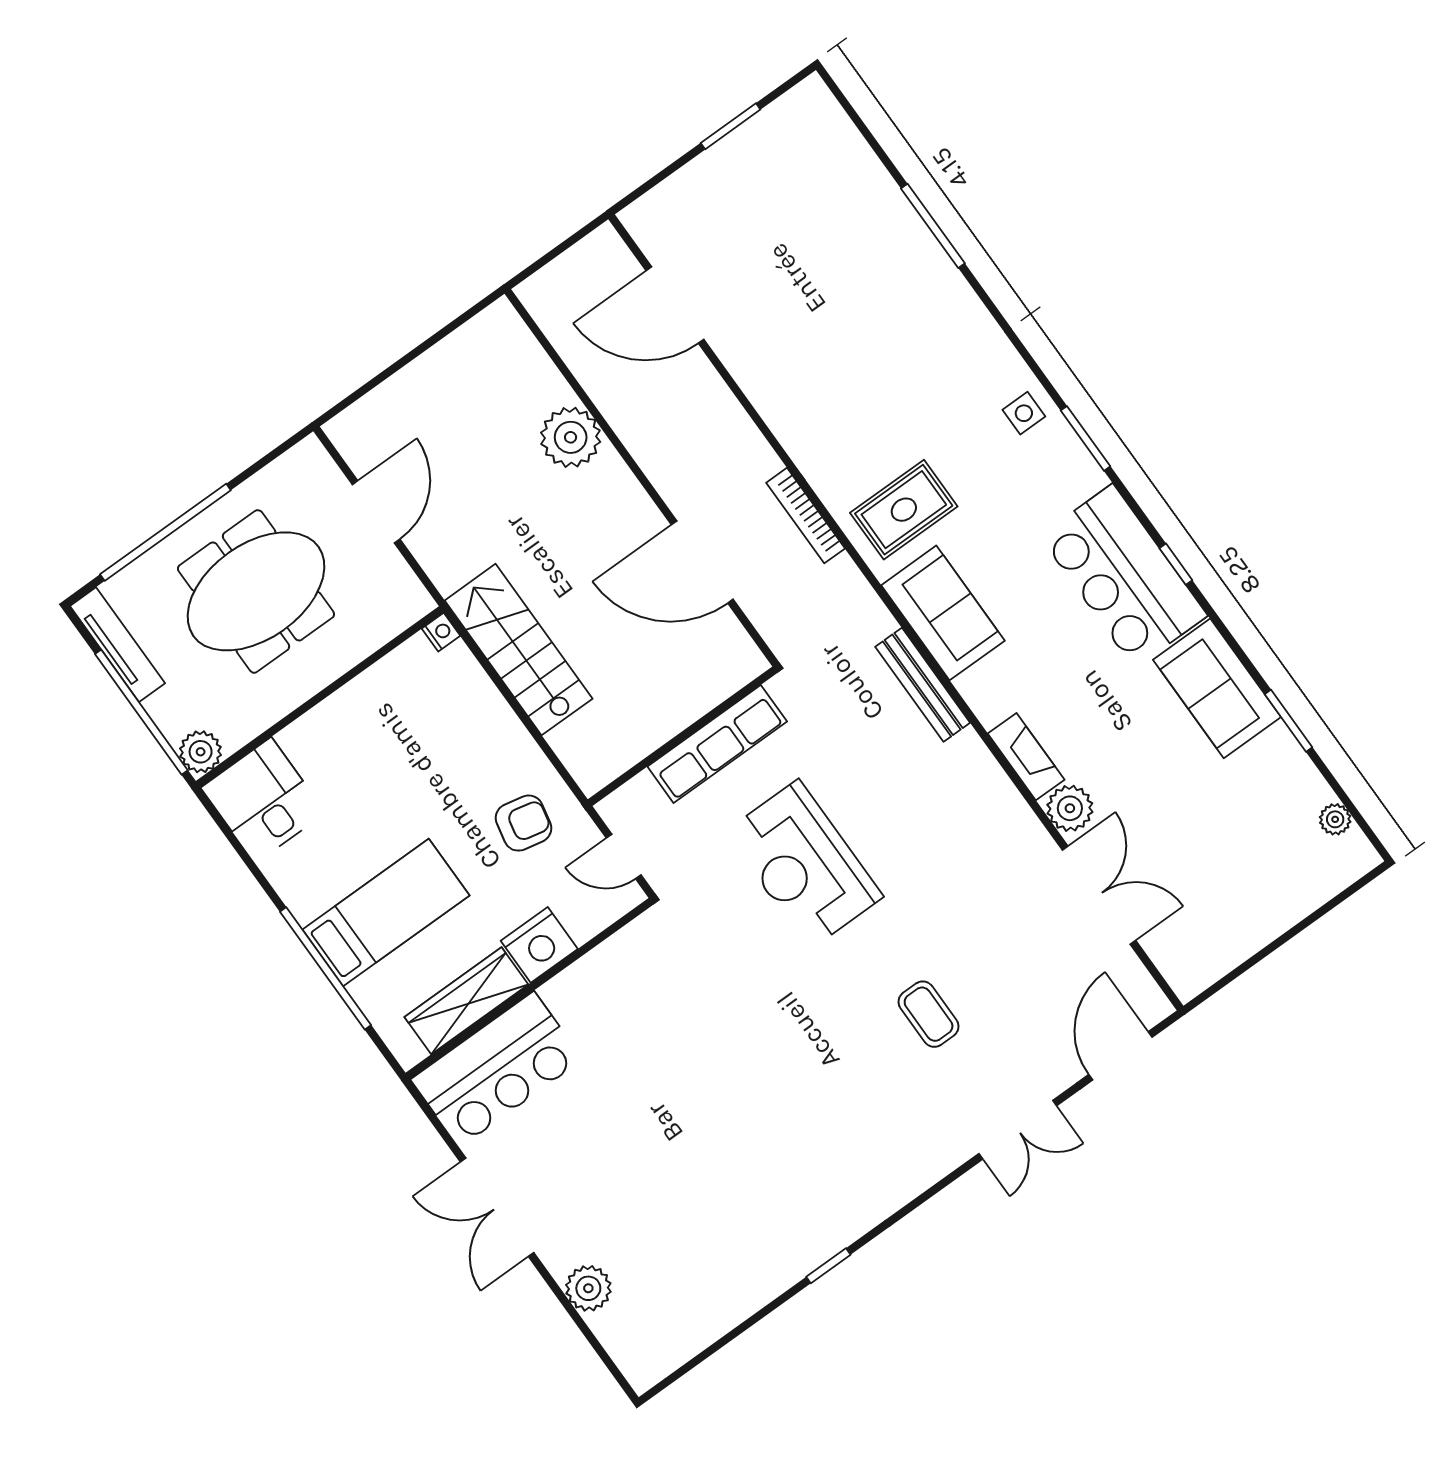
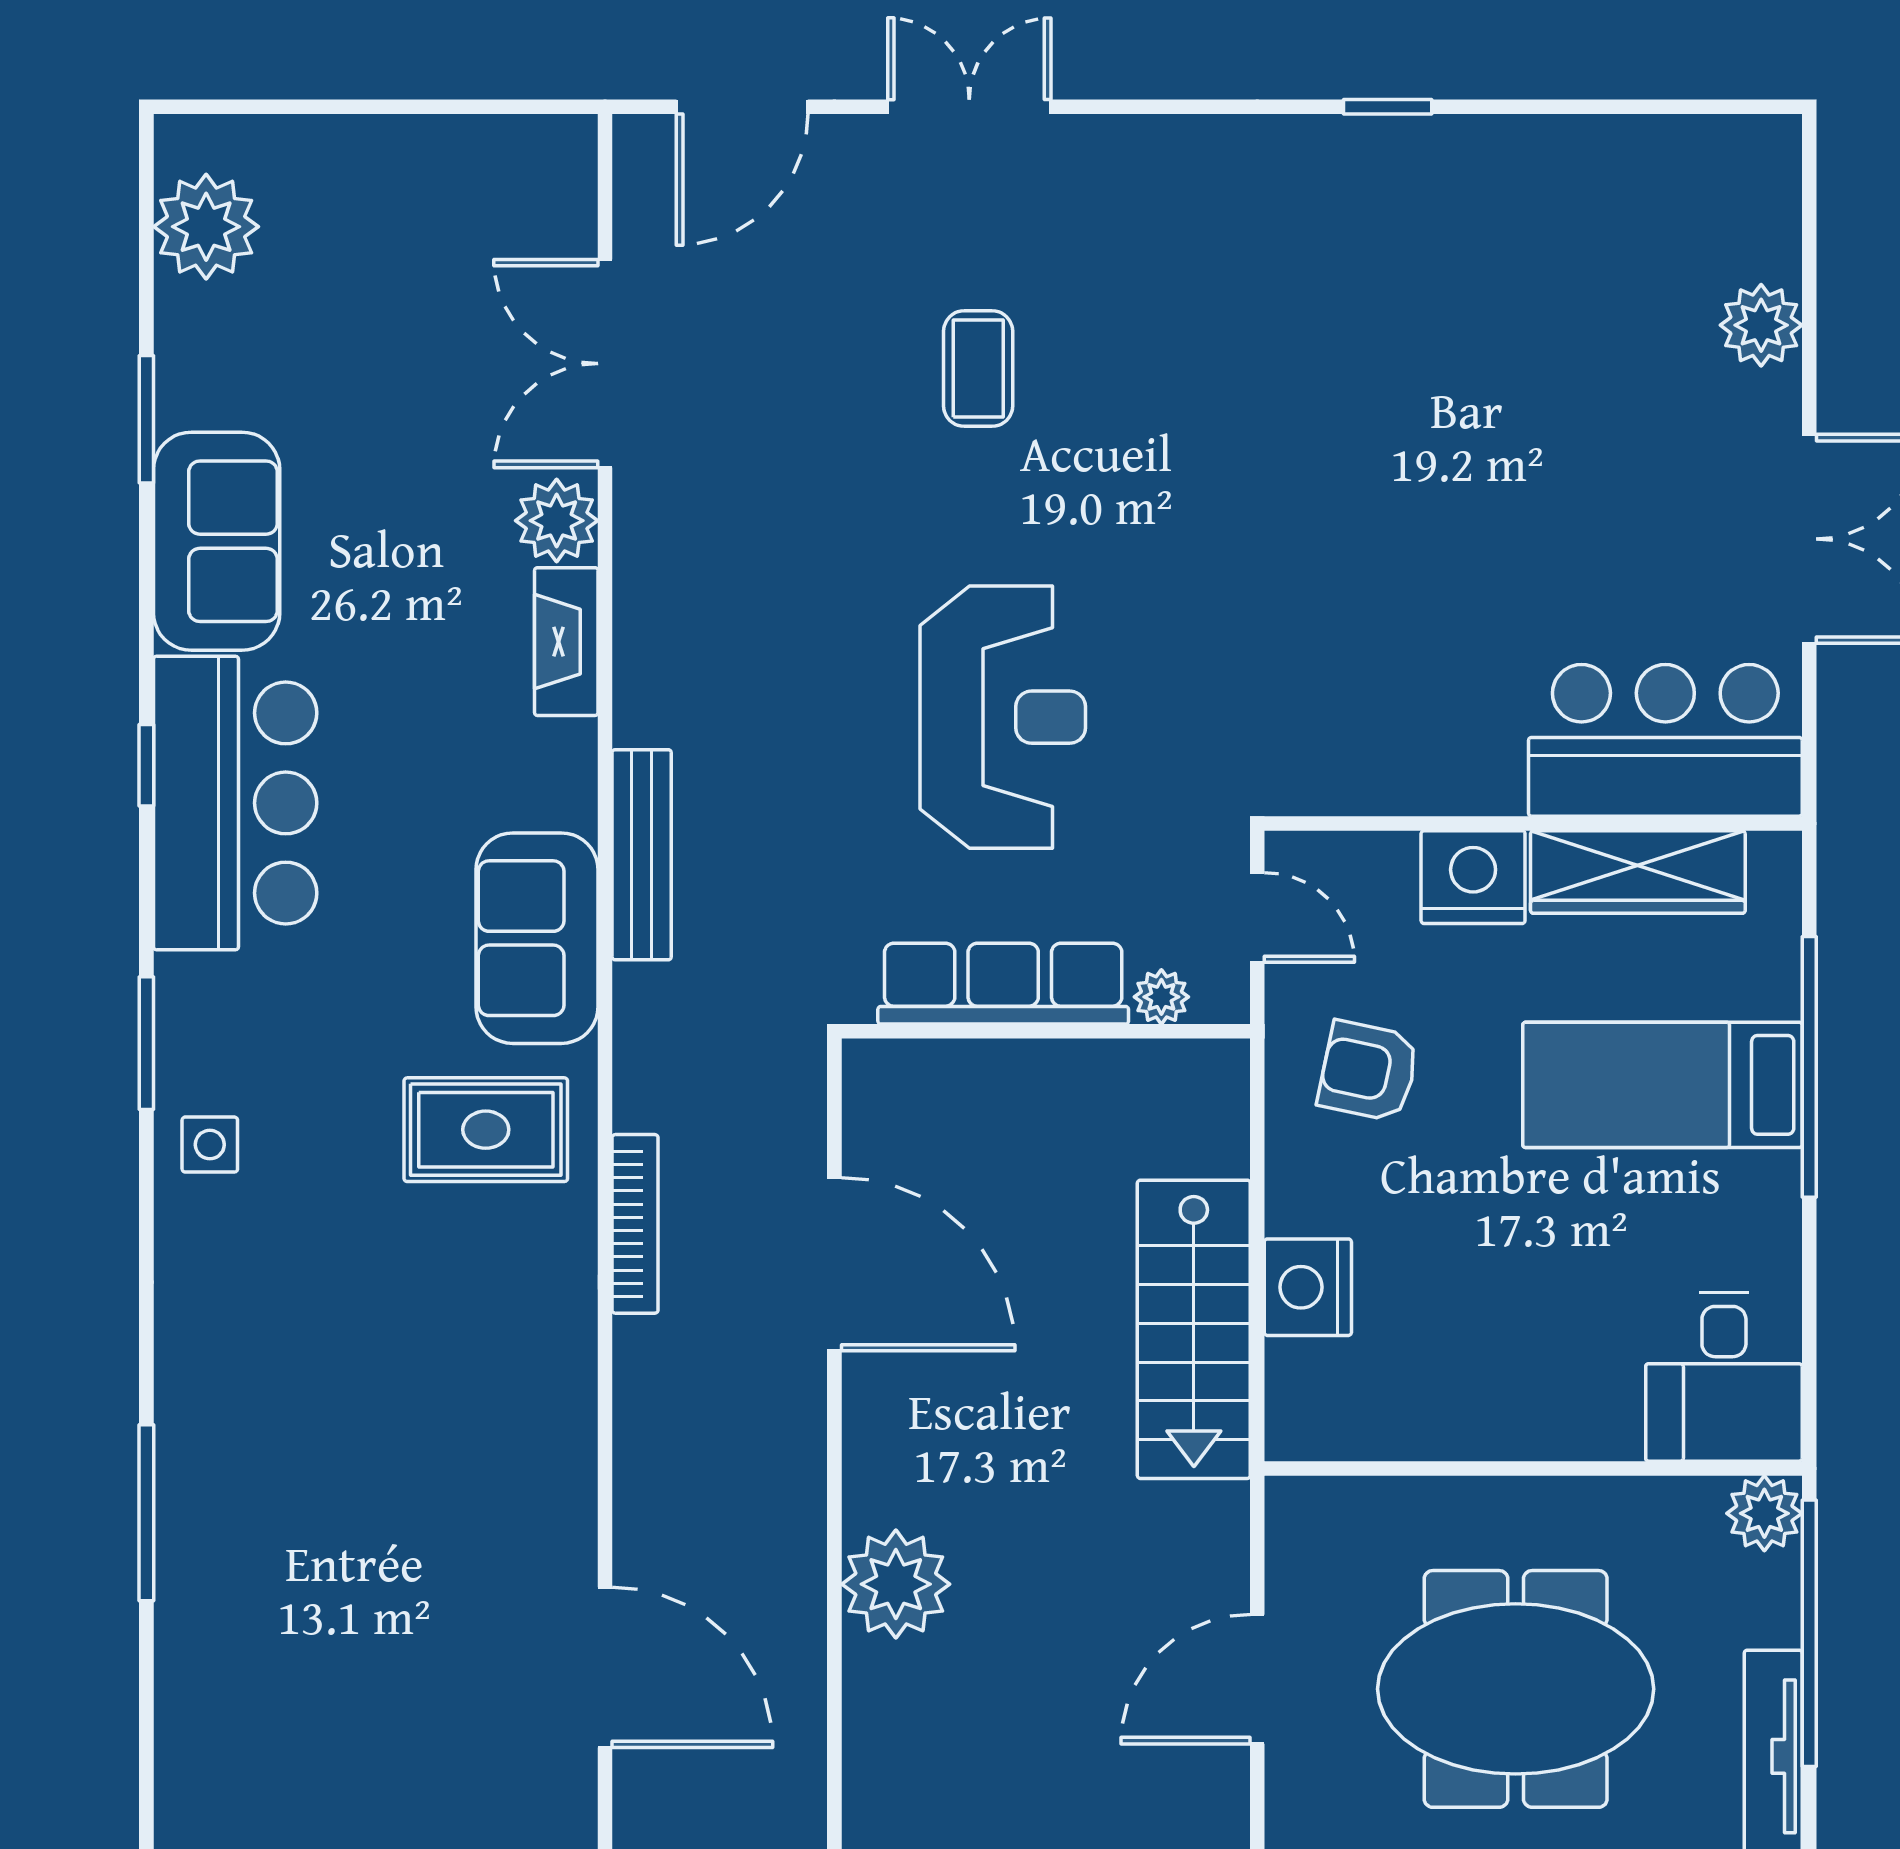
nightstand: (441, 632) -> (1308, 1287), moved, width x1.89, depth x1.79
plant: (641, 789) -> (1161, 997), added
plant: (1335, 819) -> (206, 227), width x1.87, depth x1.87

